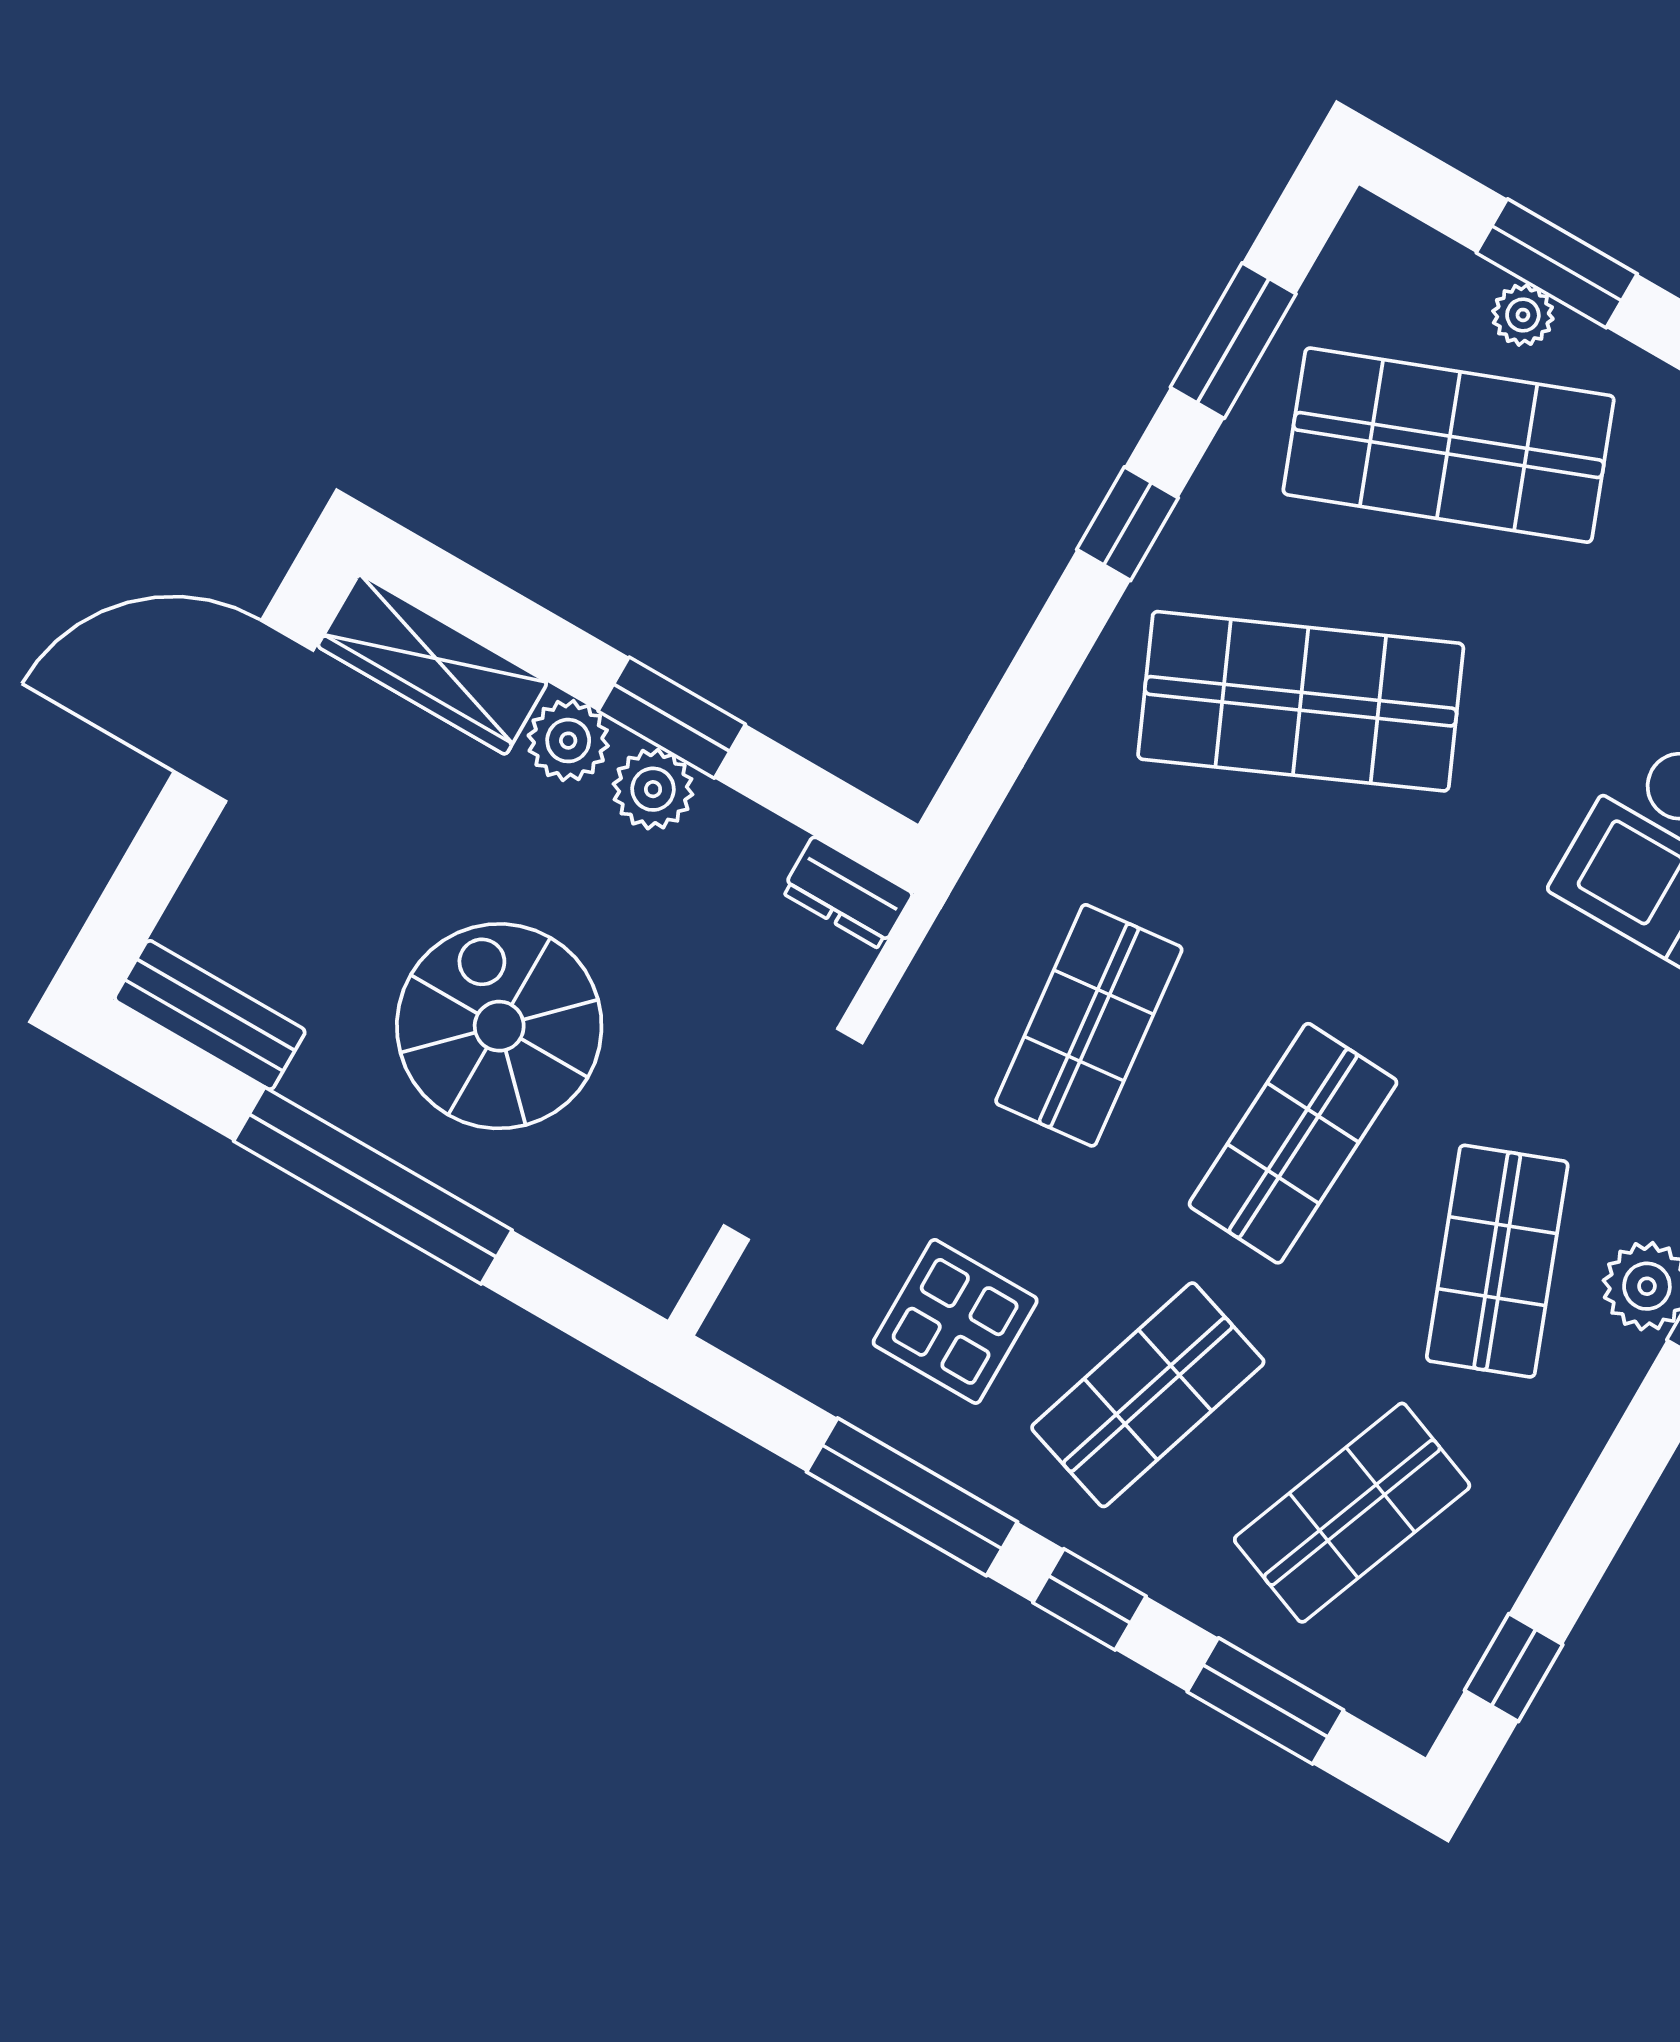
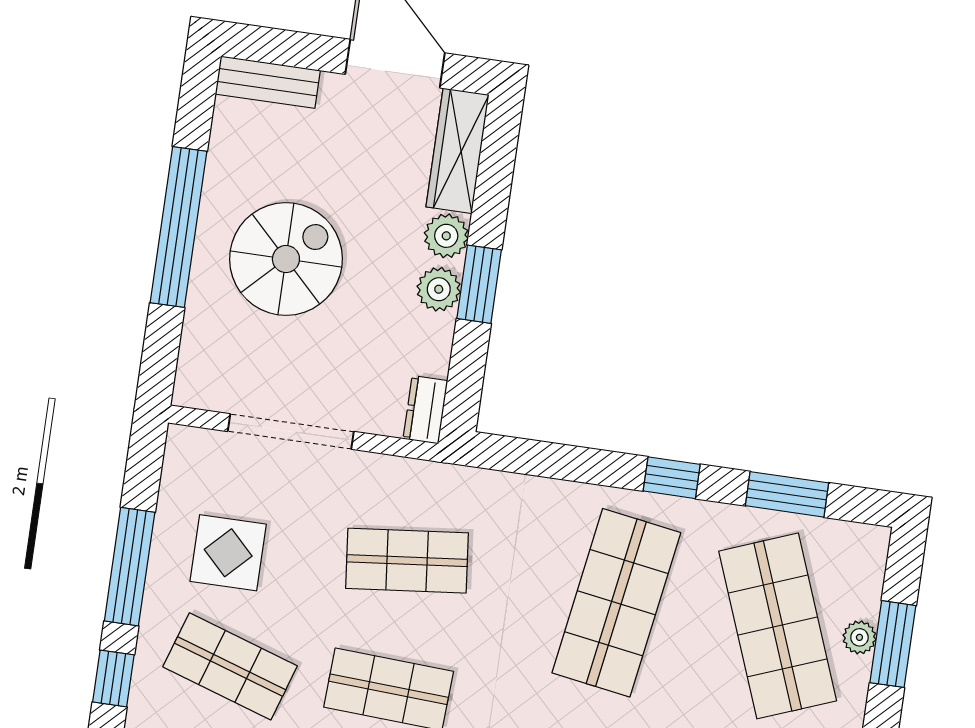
shop shelf: (1301, 701) -> (616, 603), turned 33
bench: (210, 1015) -> (268, 82), moved, turned 90

